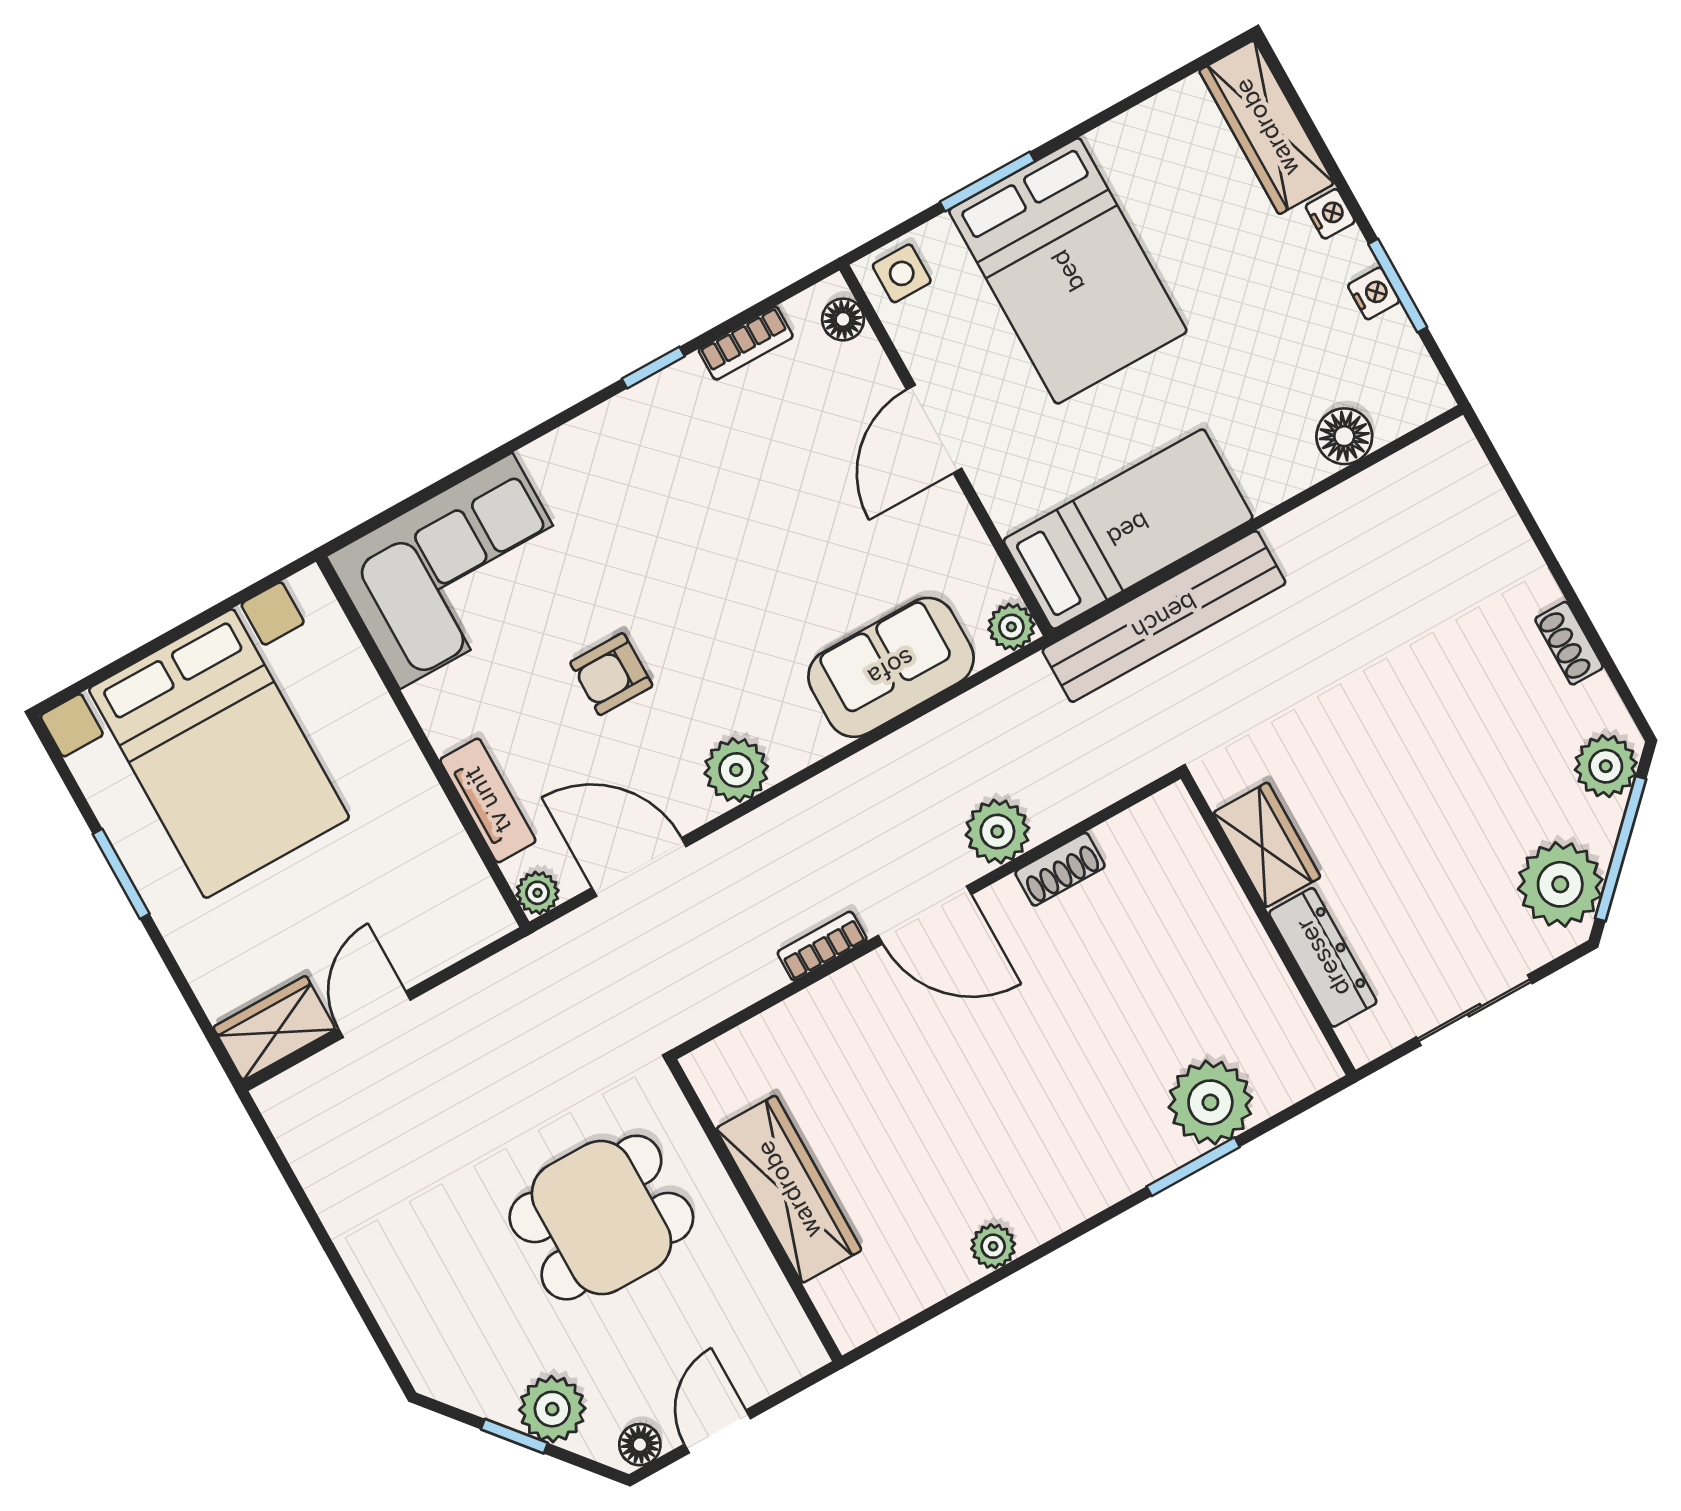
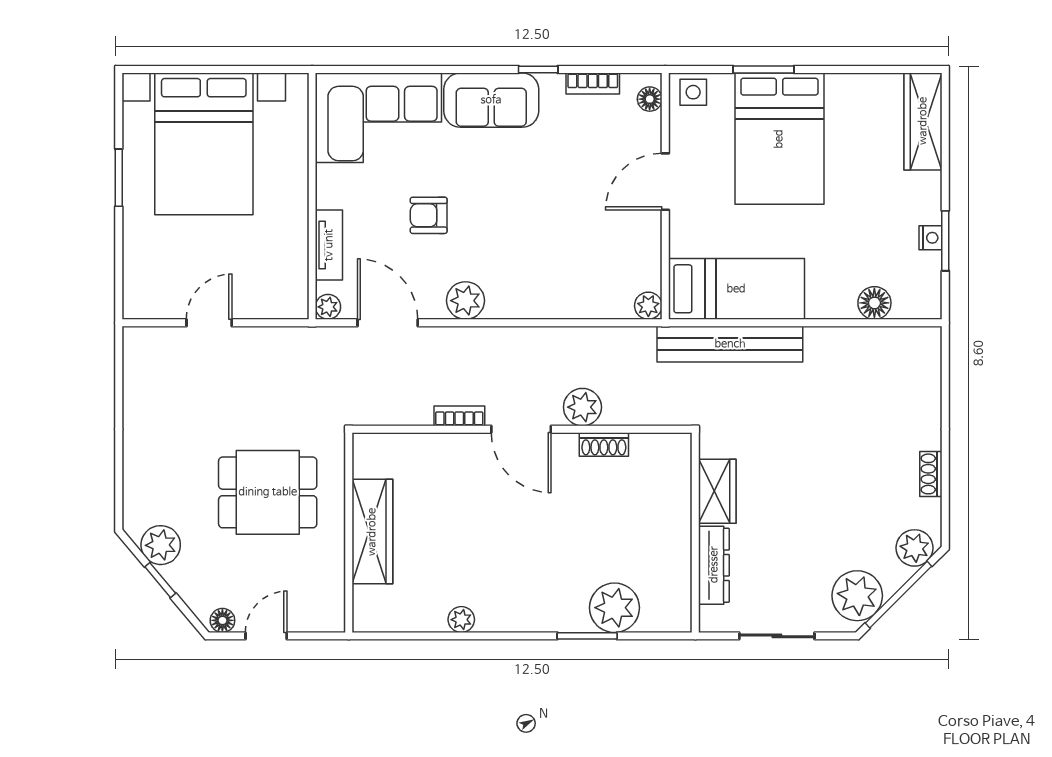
nightstand: (1330, 214) -> (931, 184), removed
sofa: (891, 667) -> (491, 100), moved, turned 180
wardrobe: (274, 1028) -> (154, 301), removed
plant: (552, 1409) -> (161, 545), moved

